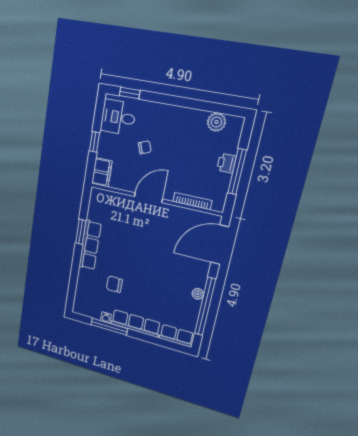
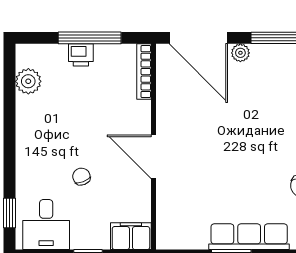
bookcase: (192, 201) -> (144, 72), moved
plant: (198, 294) -> (240, 53), moved

